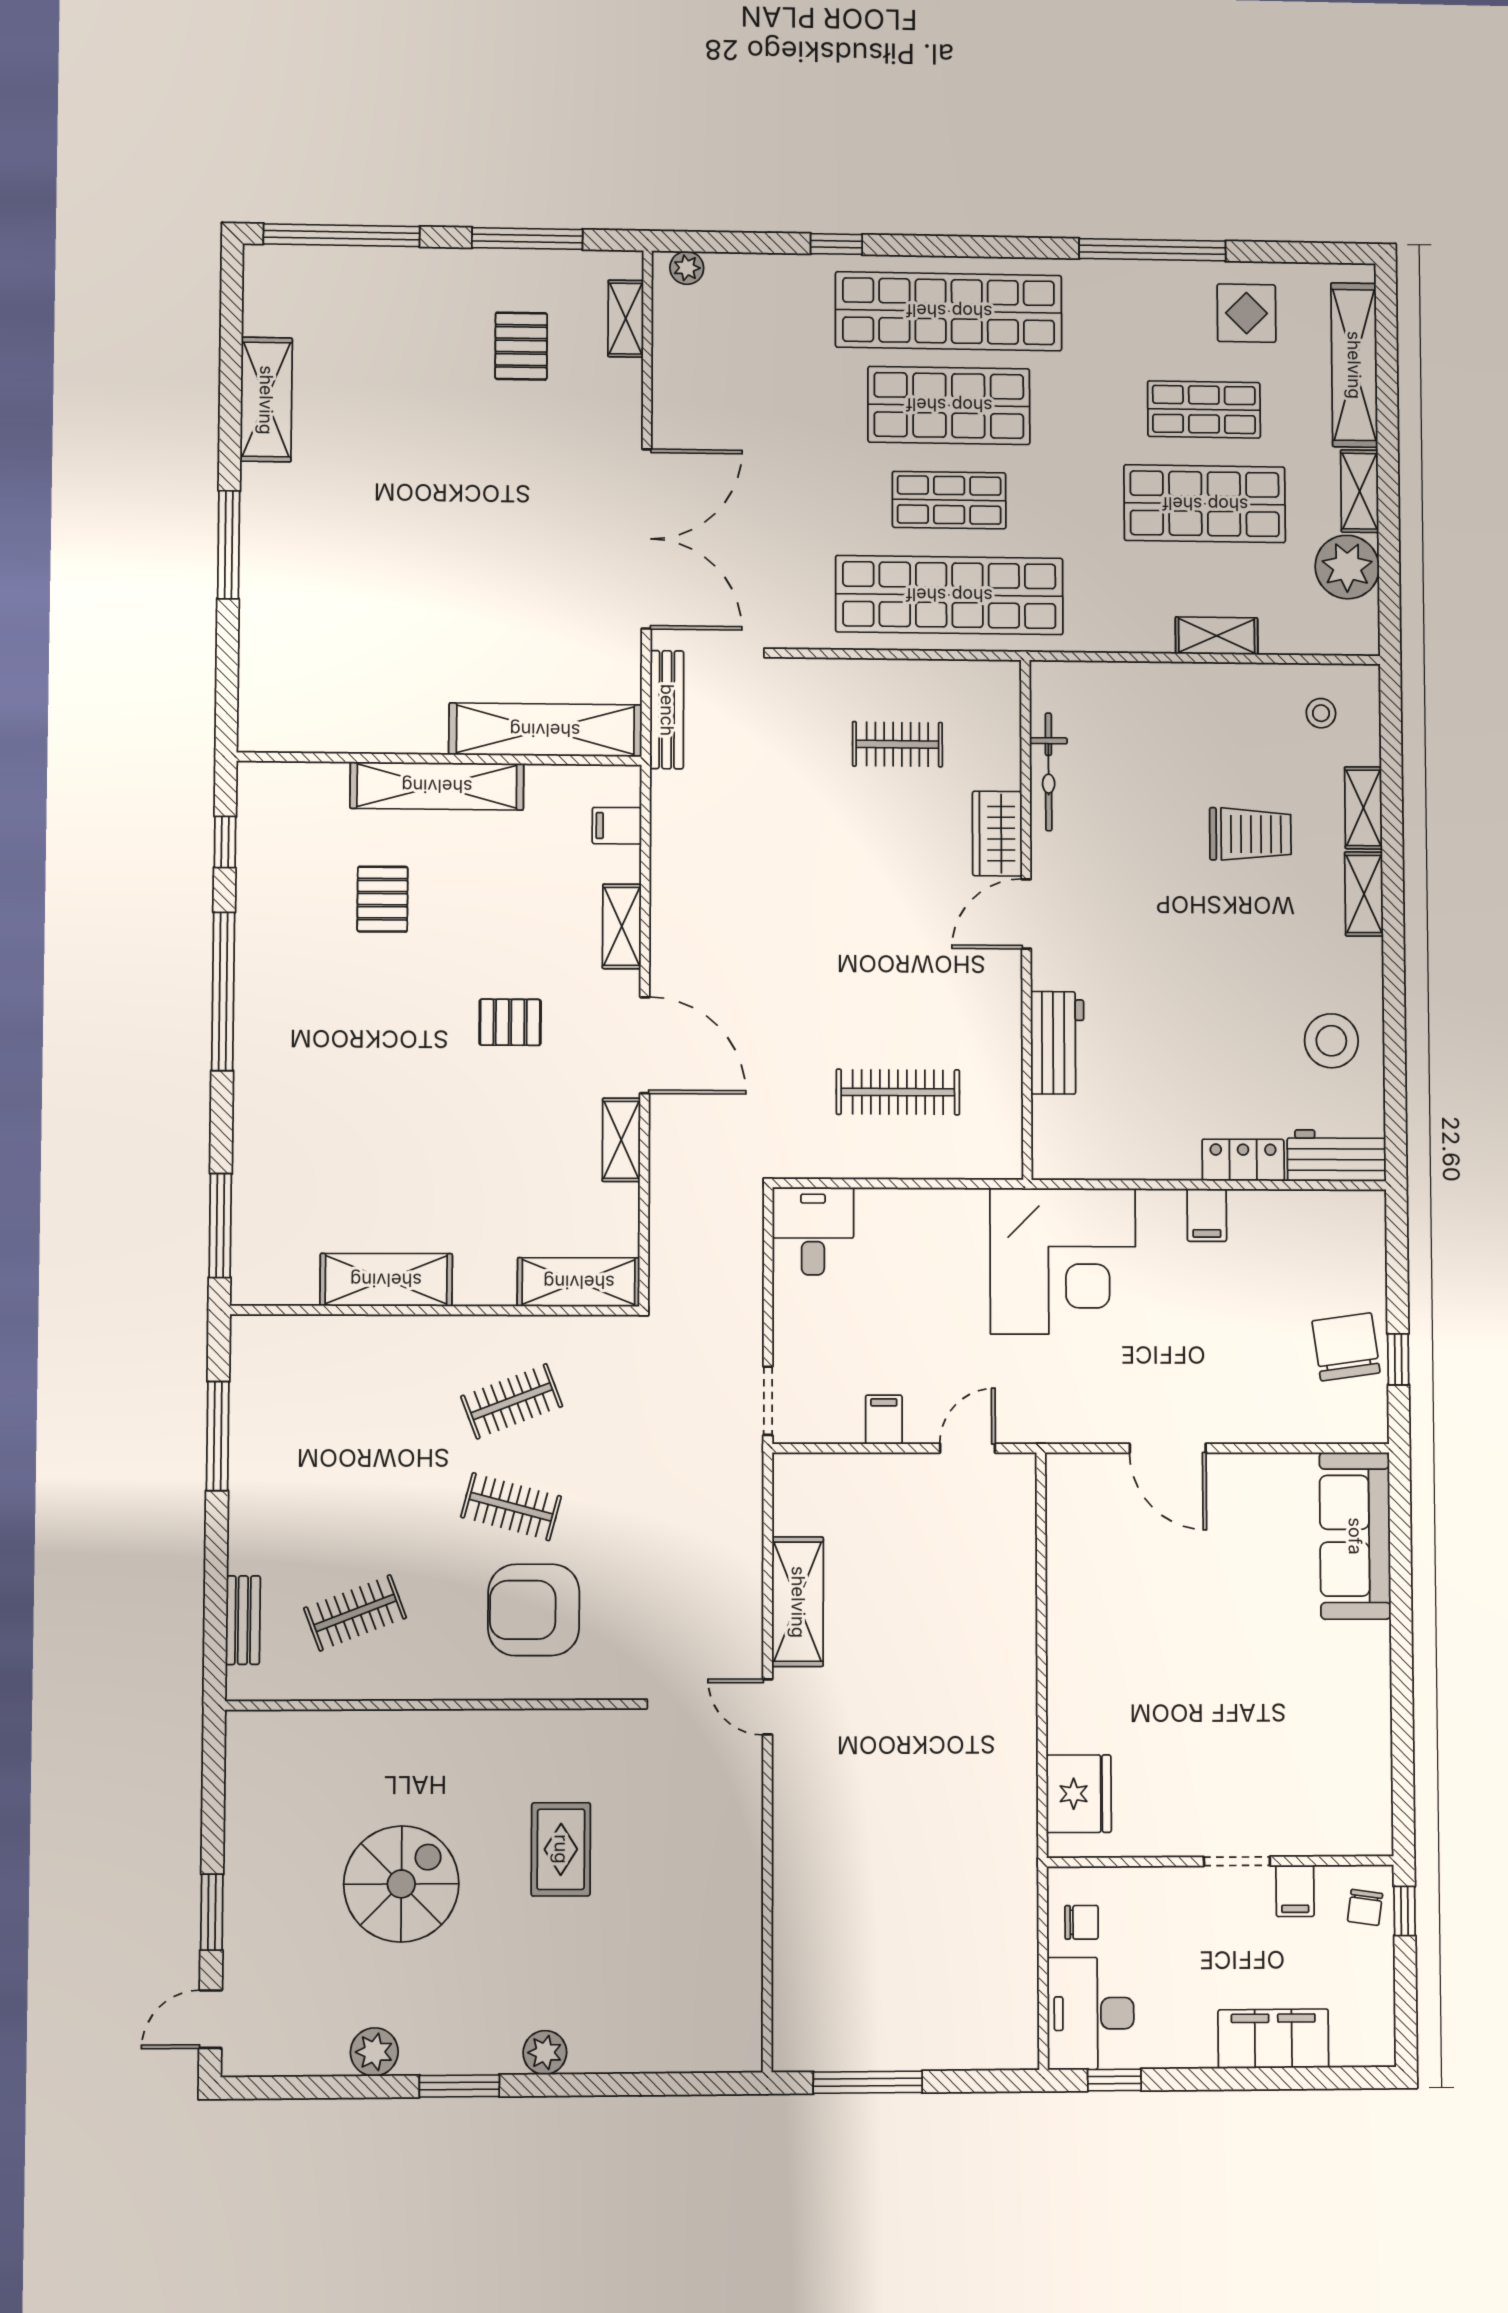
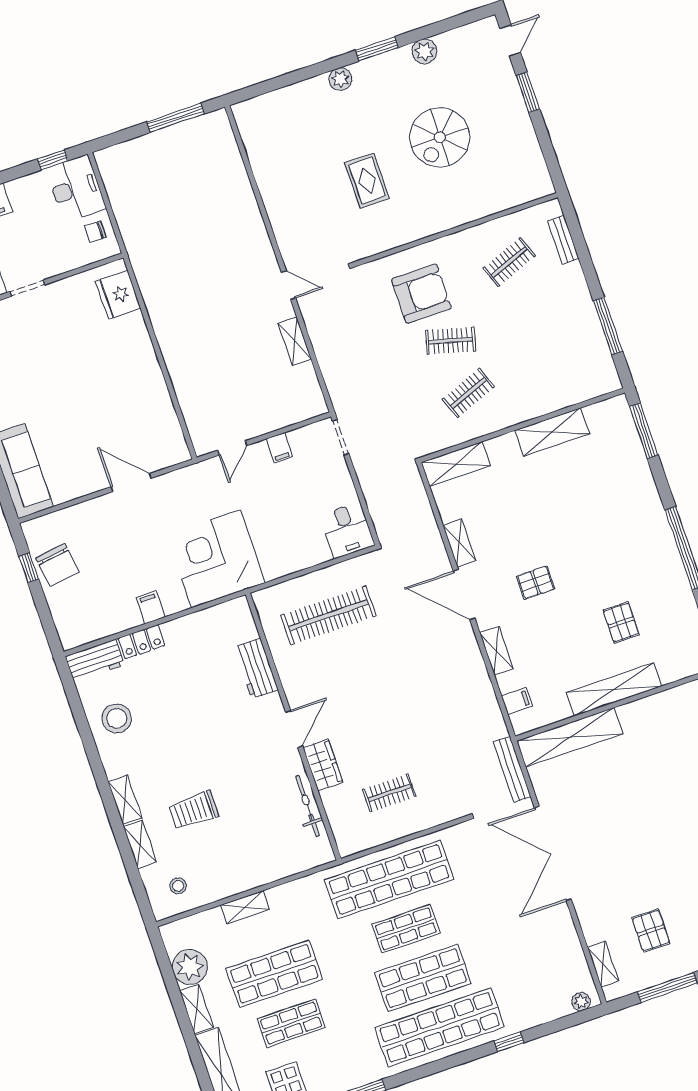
clothes rail: (898, 1092) -> (328, 615), width x1.37, depth x1.31
shelving: (798, 1602) -> (295, 341), width x0.67, depth x0.75

